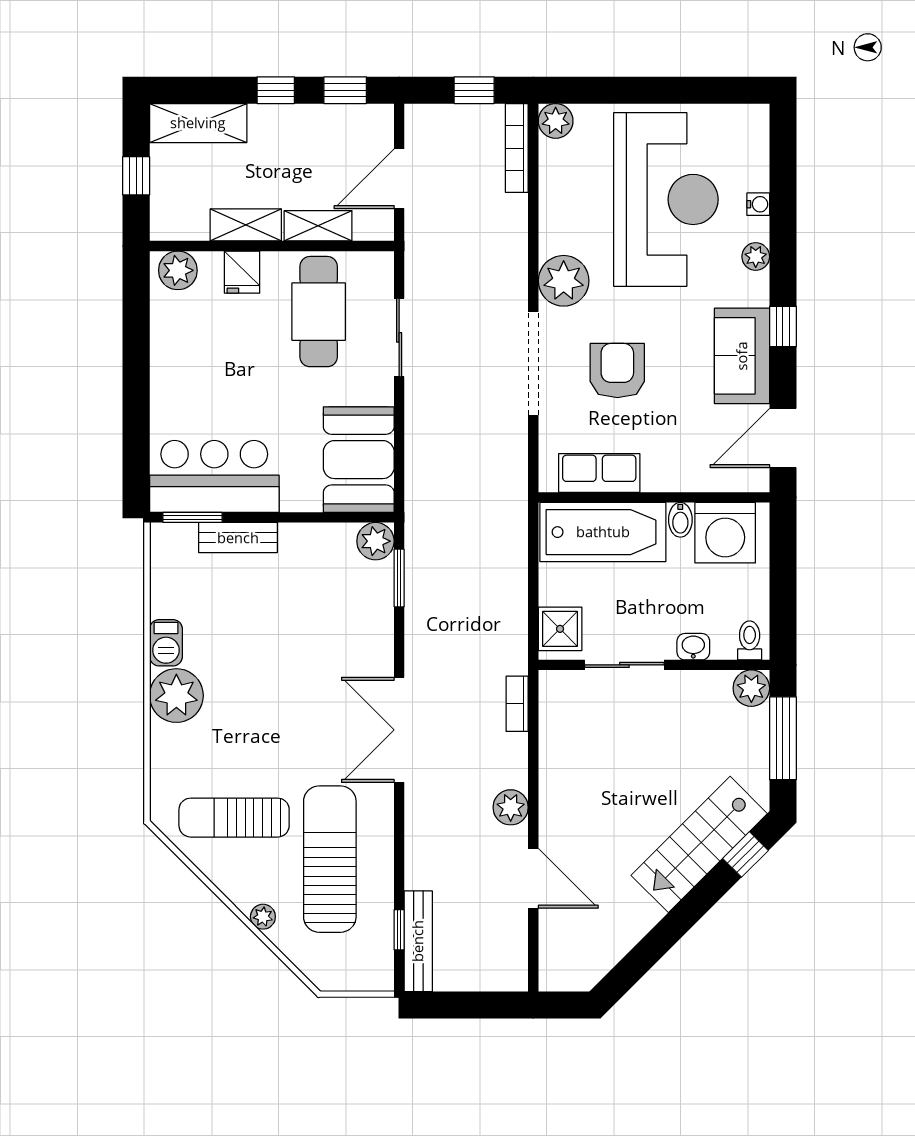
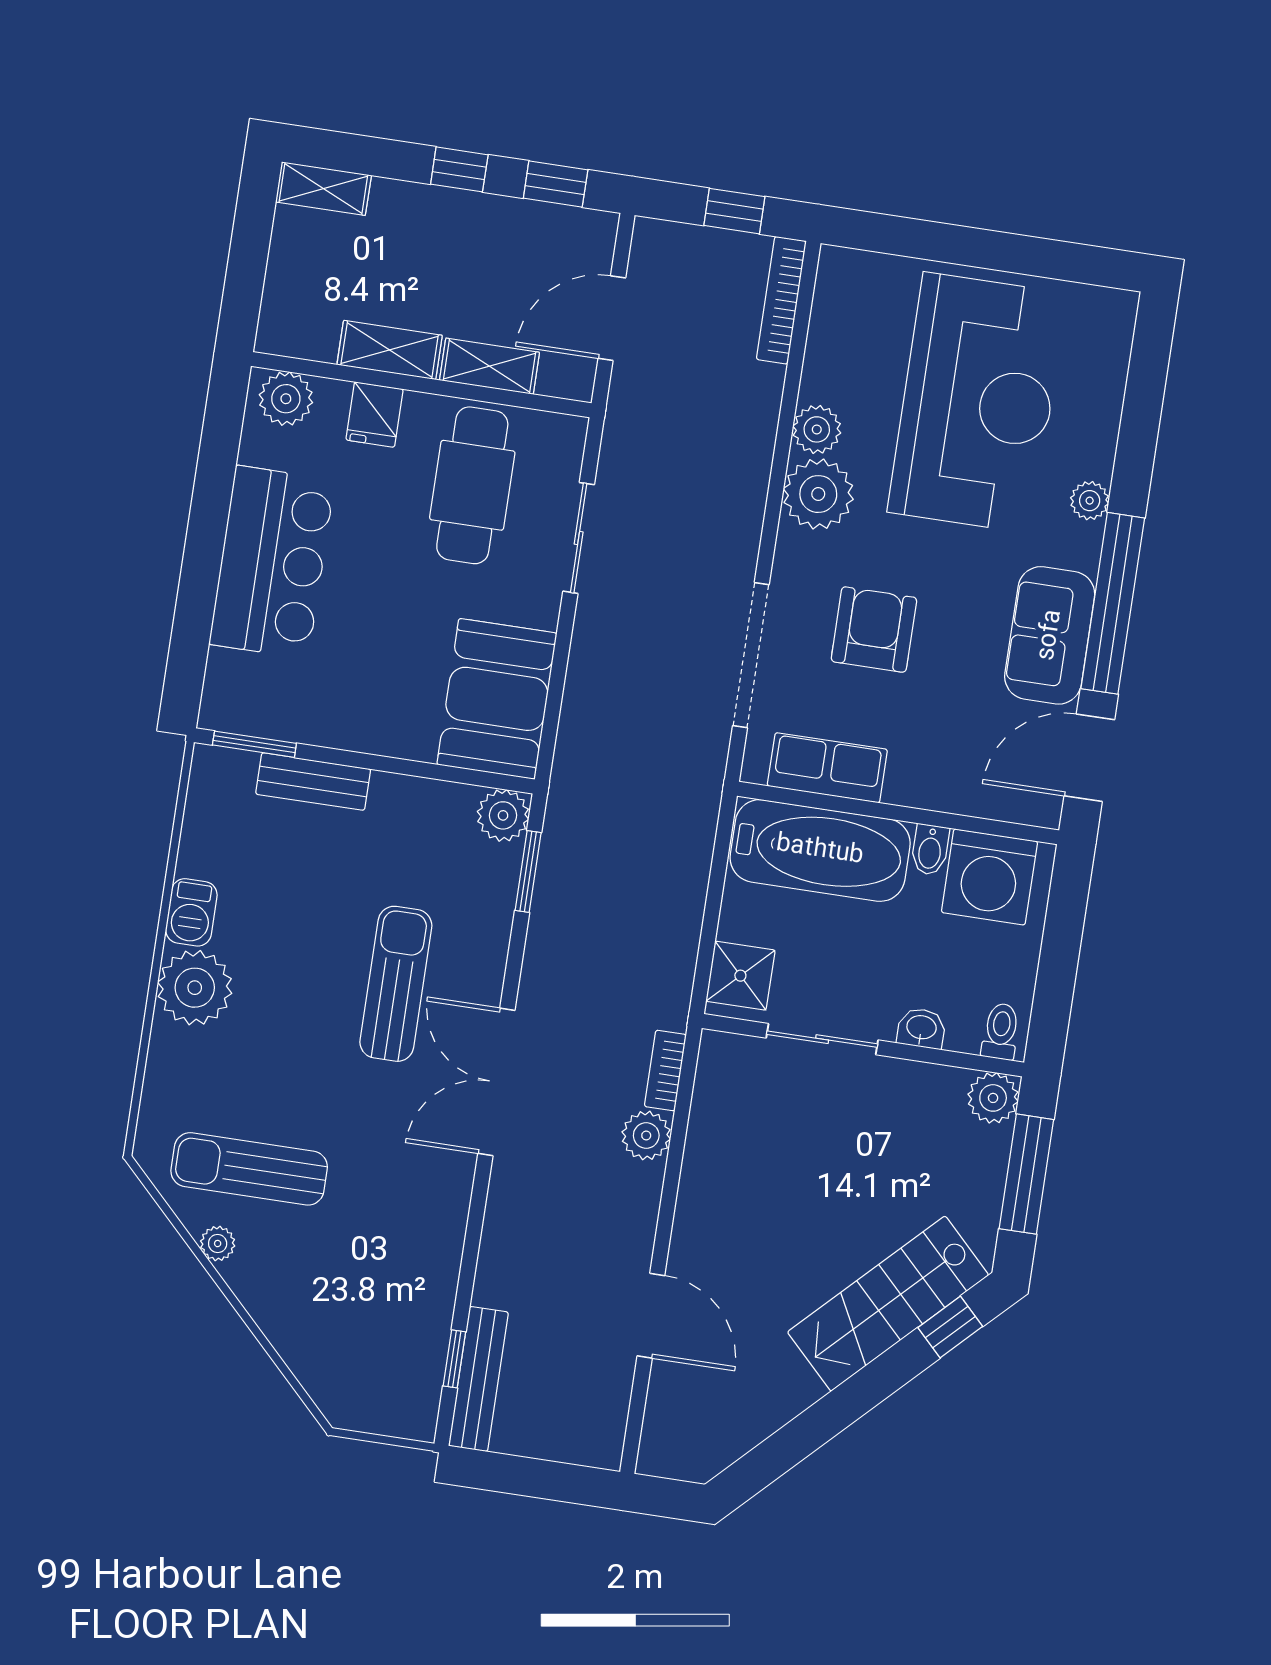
plant: (556, 121) -> (817, 429), moved
shelving: (198, 123) -> (323, 189), width x0.67, depth x0.75
window: (136, 176) -> (248, 259), removed
water cooler: (758, 204) -> (1104, 429), removed
window: (783, 327) -> (1113, 603), width x3.17
doorway: (533, 363) -> (751, 655), moved
bar counter: (214, 476) -> (272, 562), moved, turned 90
plant: (511, 807) -> (646, 1135), moved
sun lounger: (330, 859) -> (396, 984), moved, width x0.73, depth x0.75
plant: (263, 917) -> (218, 1244), moved

